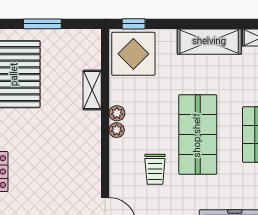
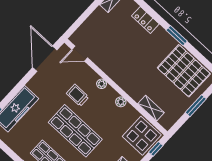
shelving: (92, 90) -> (151, 108), moved
plant: (117, 130) -> (102, 84), moved

